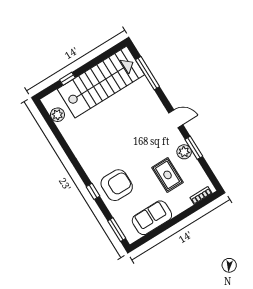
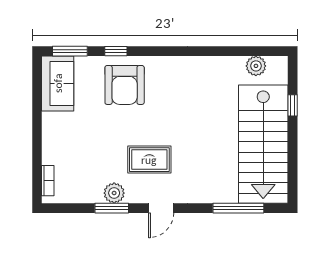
rug: (168, 175) -> (149, 160), moved
window: (93, 191) -> (116, 51), moved
sofa: (152, 218) -> (58, 83), moved

